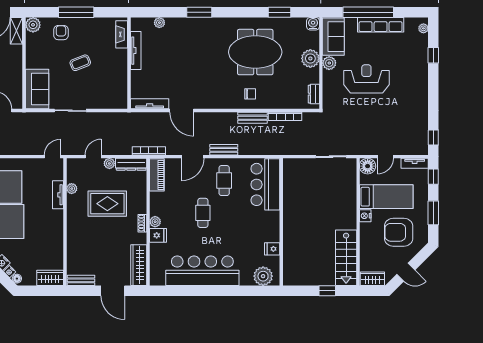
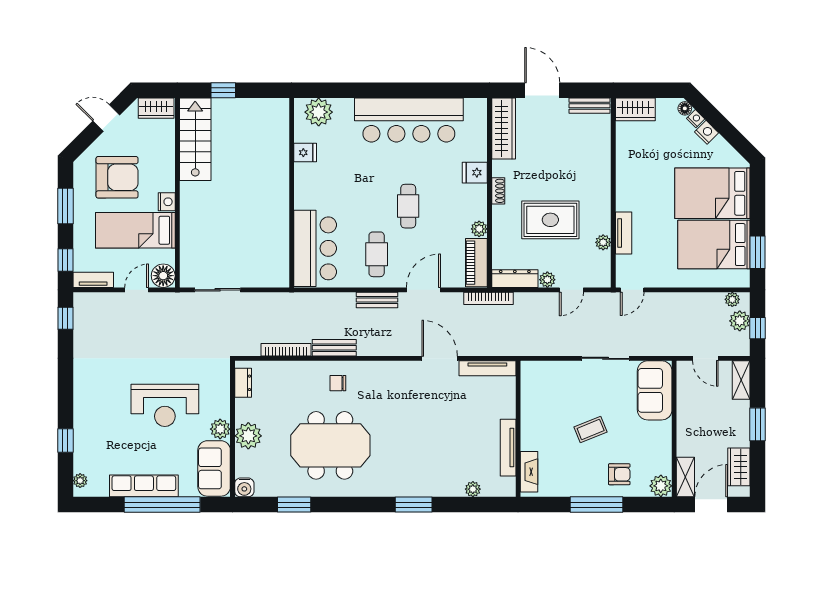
armchair: (61, 33) -> (619, 474), turned -90
plant: (155, 222) -> (479, 229), moved

